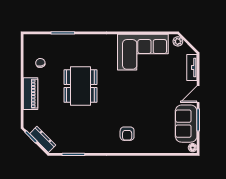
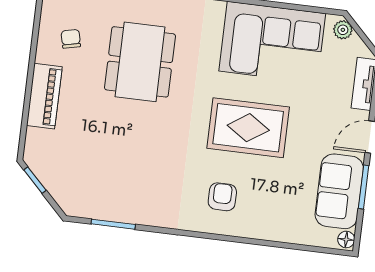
dining table: (80, 86) -> (140, 62), moved
rug: (136, 97) -> (248, 128), added
armchair: (127, 134) -> (222, 197), turned 180
dresser: (43, 139) -> (57, 188), removed

